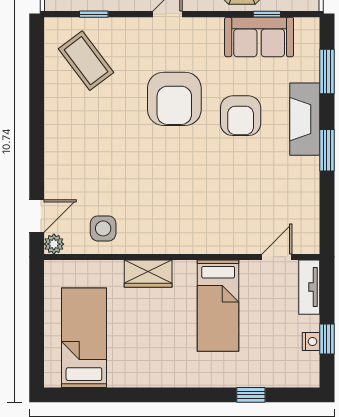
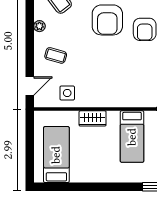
coffee table: (83, 162) -> (56, 55), added
plant: (54, 244) -> (39, 26), moved

